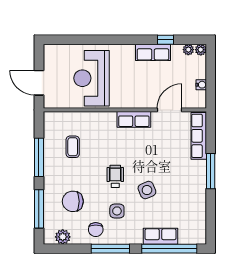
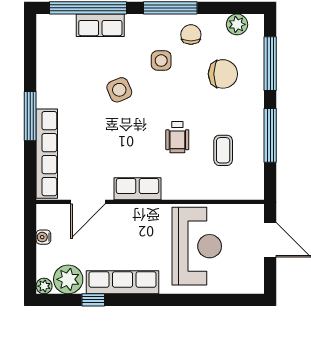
plant: (188, 50) -> (68, 279), width x1.87, depth x1.87
row of seats: (153, 52) -> (123, 282), width x1.48
row of seats: (199, 136) -> (47, 154), width x1.36
wheelchair: (115, 176) -> (177, 137), moved

